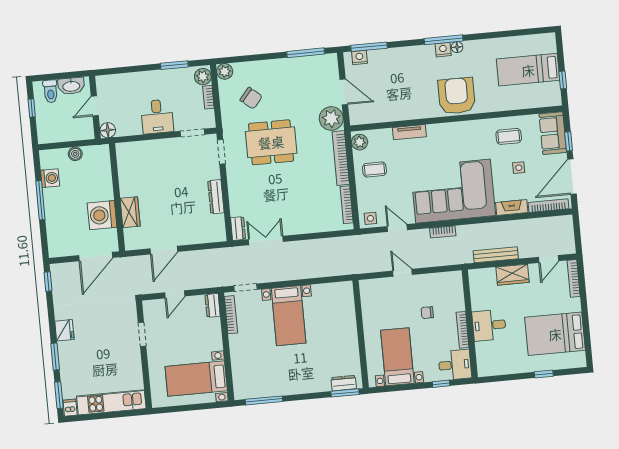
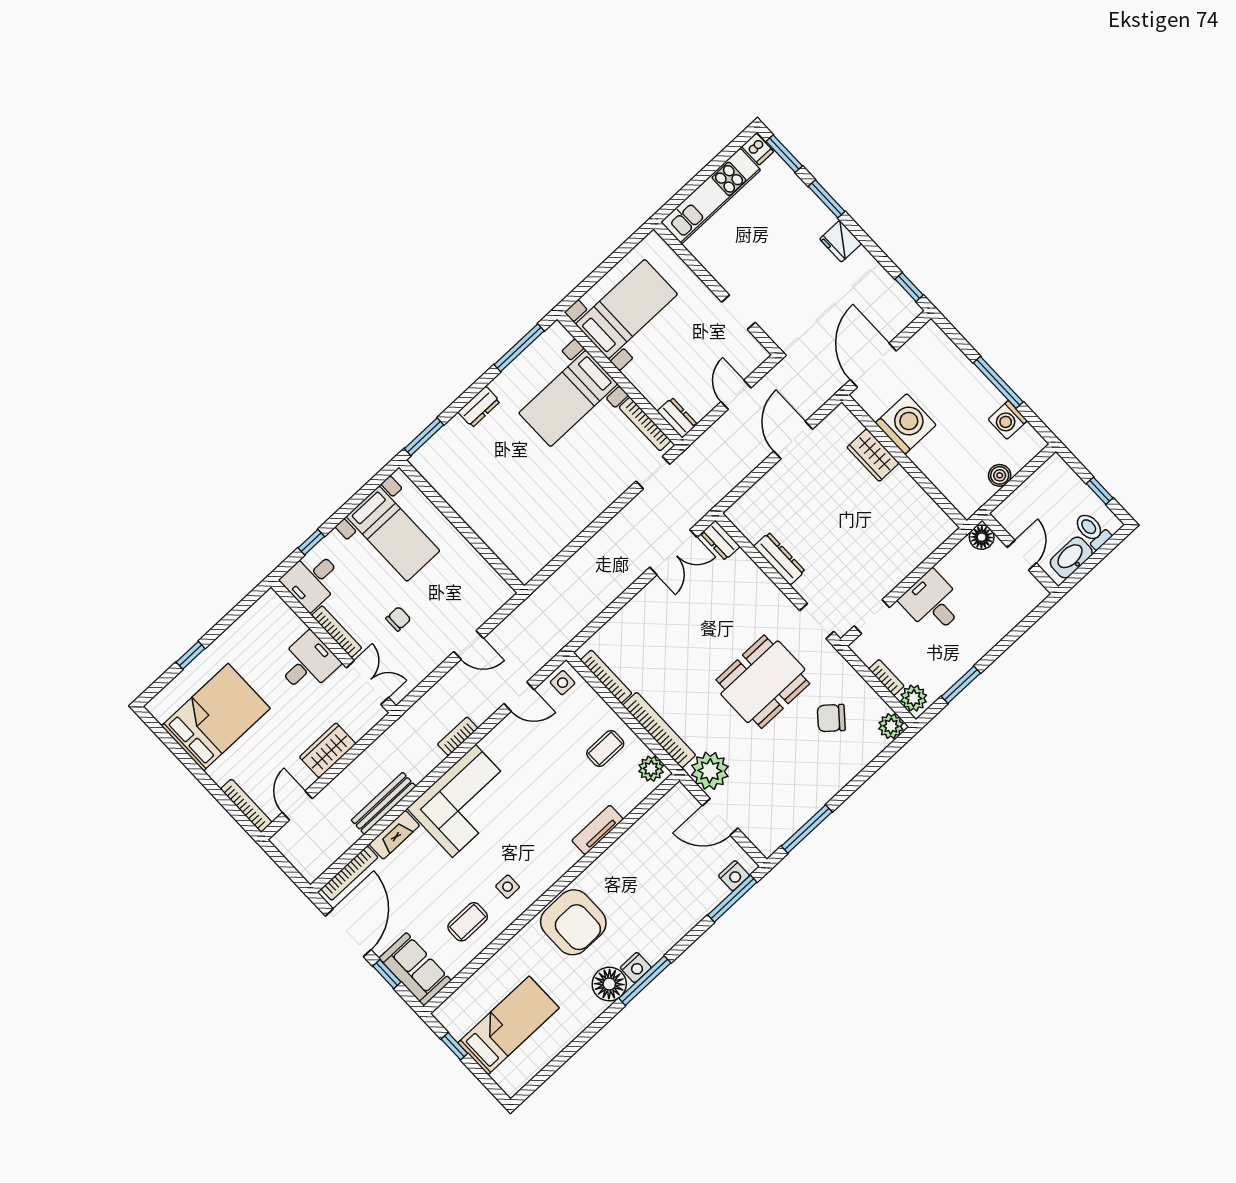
floor lamp: (457, 47) -> (609, 984), width x1.89, depth x1.89
side table: (519, 168) -> (508, 887), moved
corner sofa: (453, 191) -> (464, 801), width x0.73, depth x0.74
bench: (496, 255) -> (384, 803), moved
double door: (467, 293) -> (367, 683), added
bed with nightstands: (289, 316) -> (568, 398), moved, turned -90
dresser: (344, 383) -> (479, 407), moved

